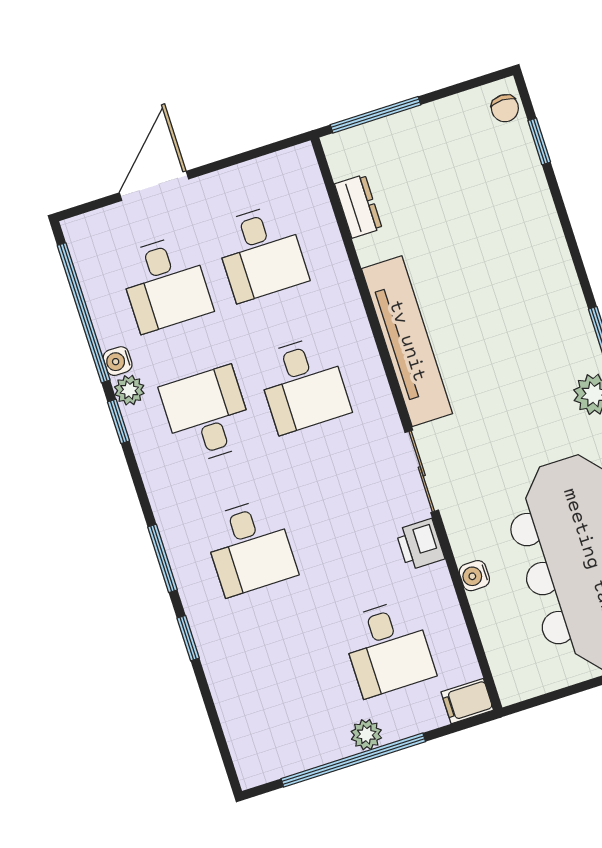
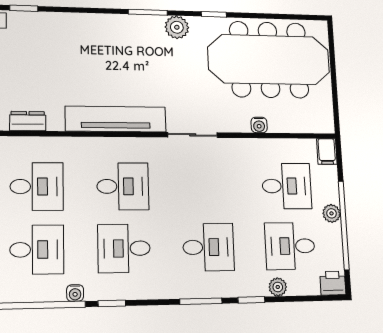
plant: (129, 390) -> (278, 287), moved
printer: (420, 544) -> (333, 283), moved, turned 180
desk: (292, 679) -> (290, 246), added

